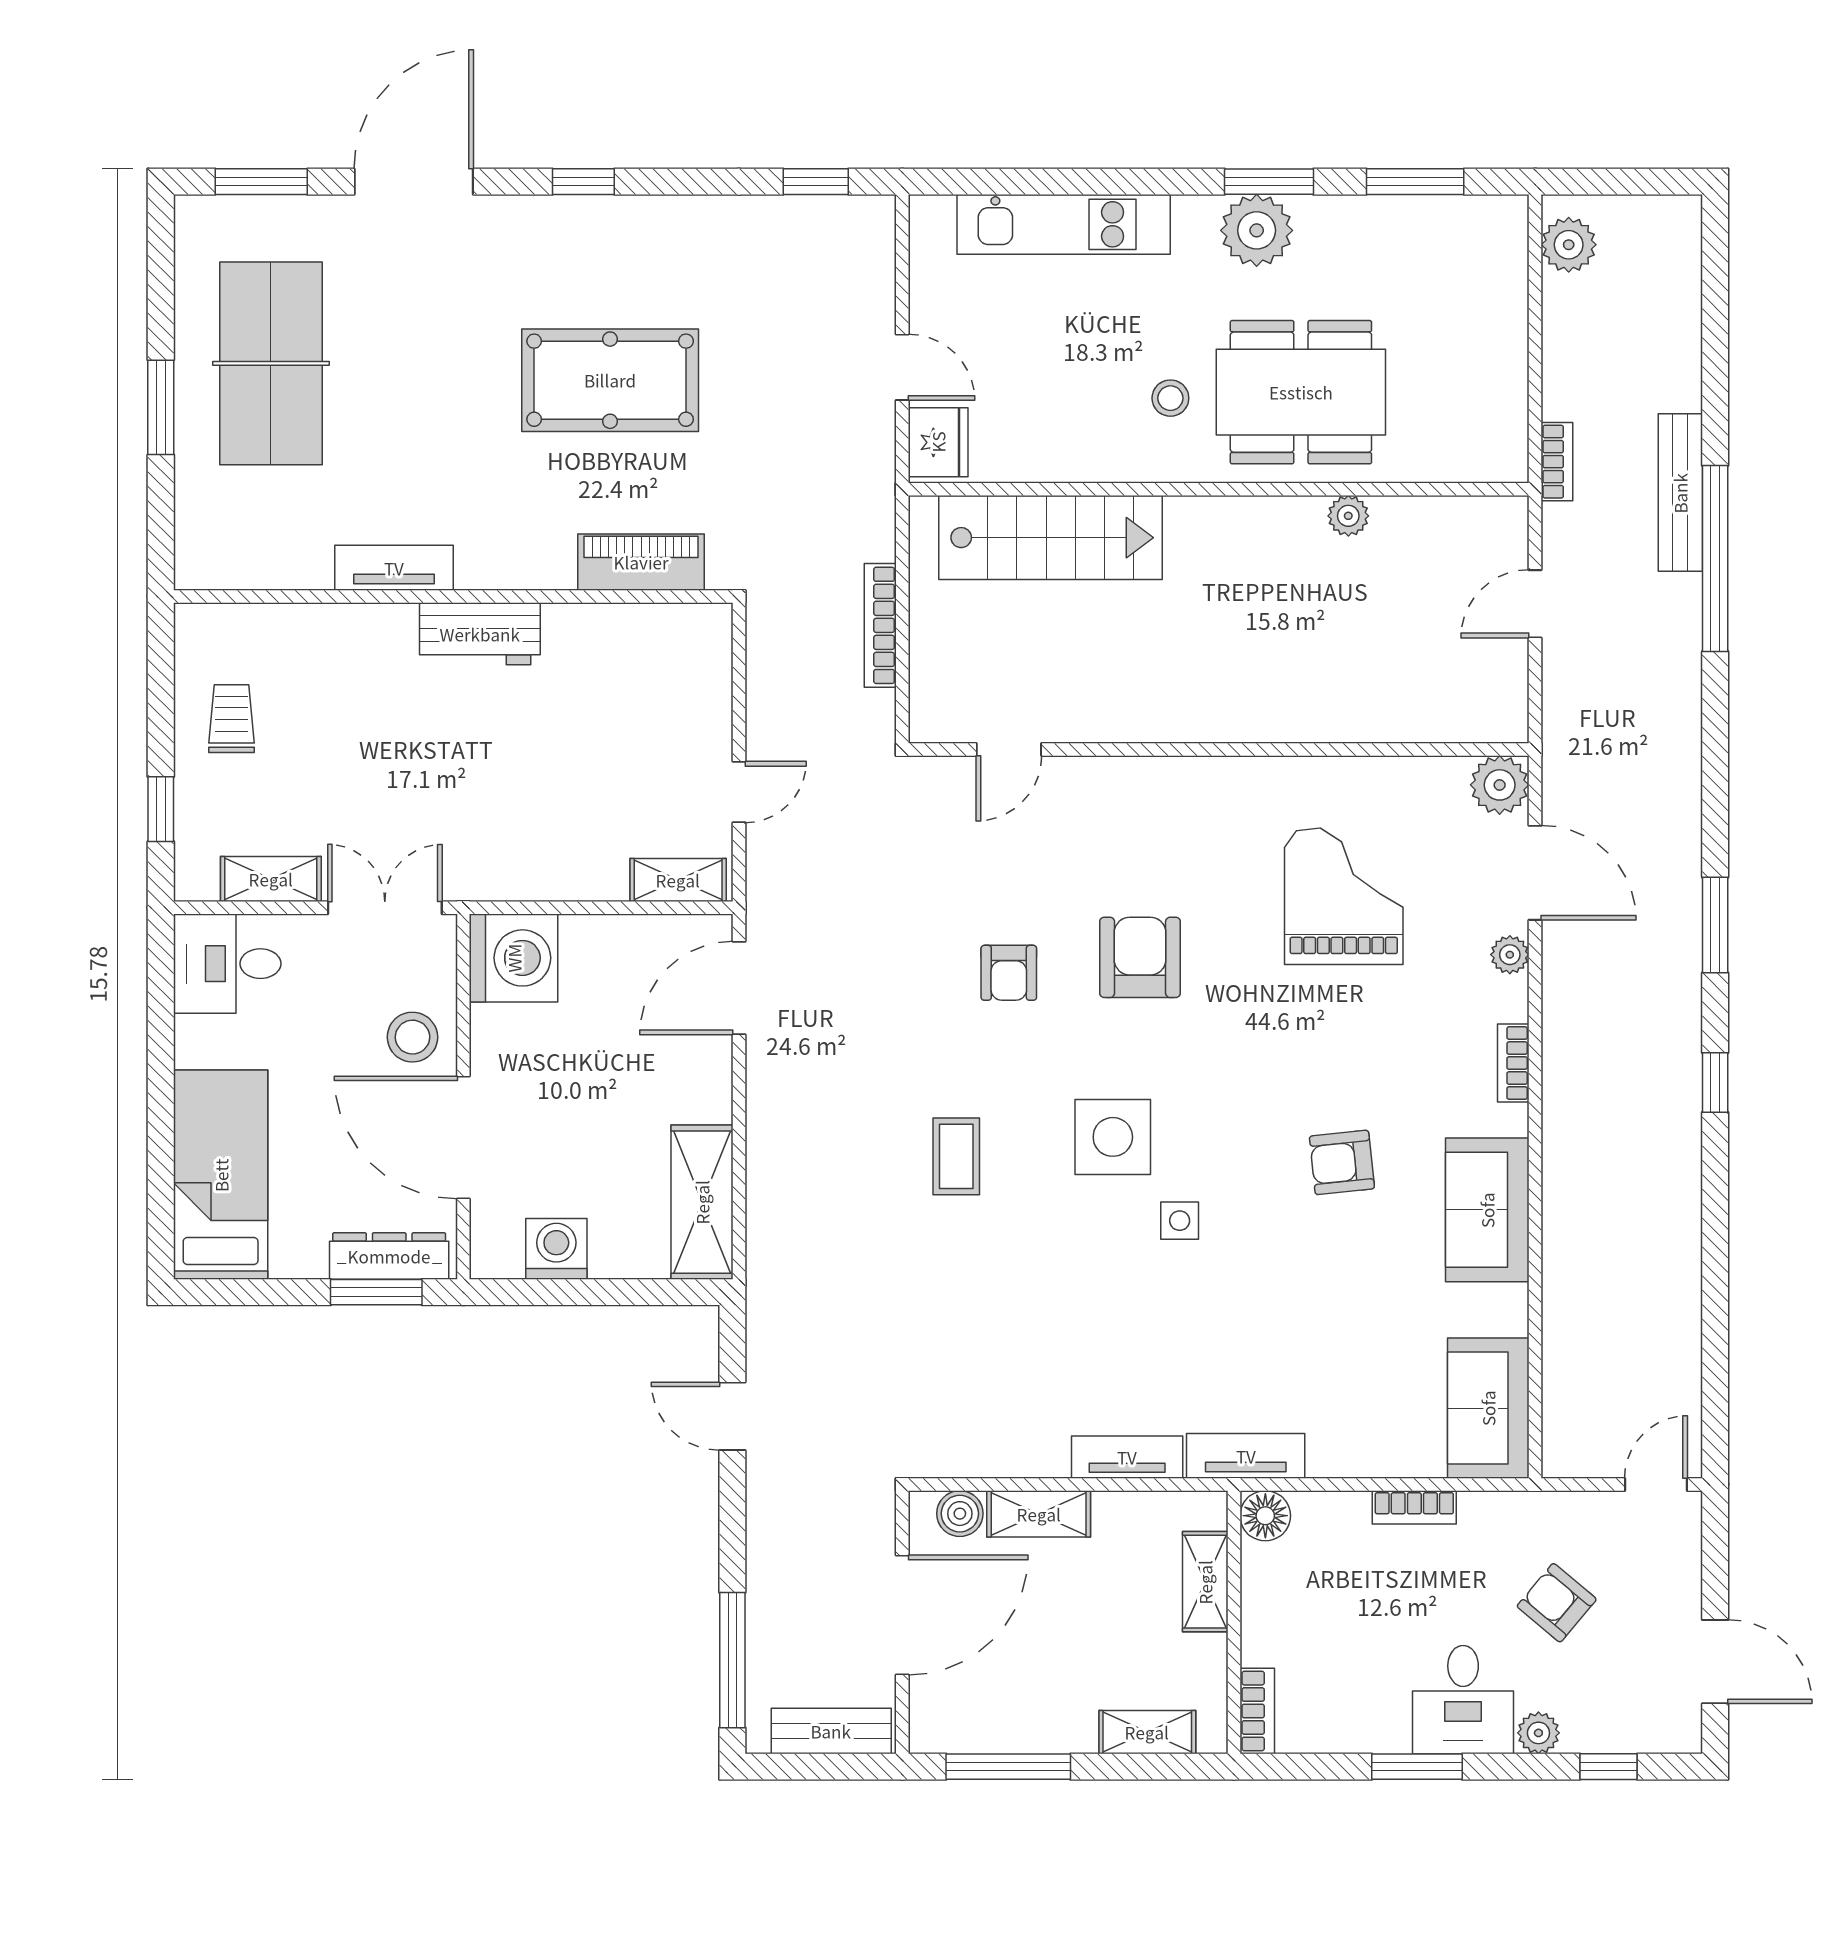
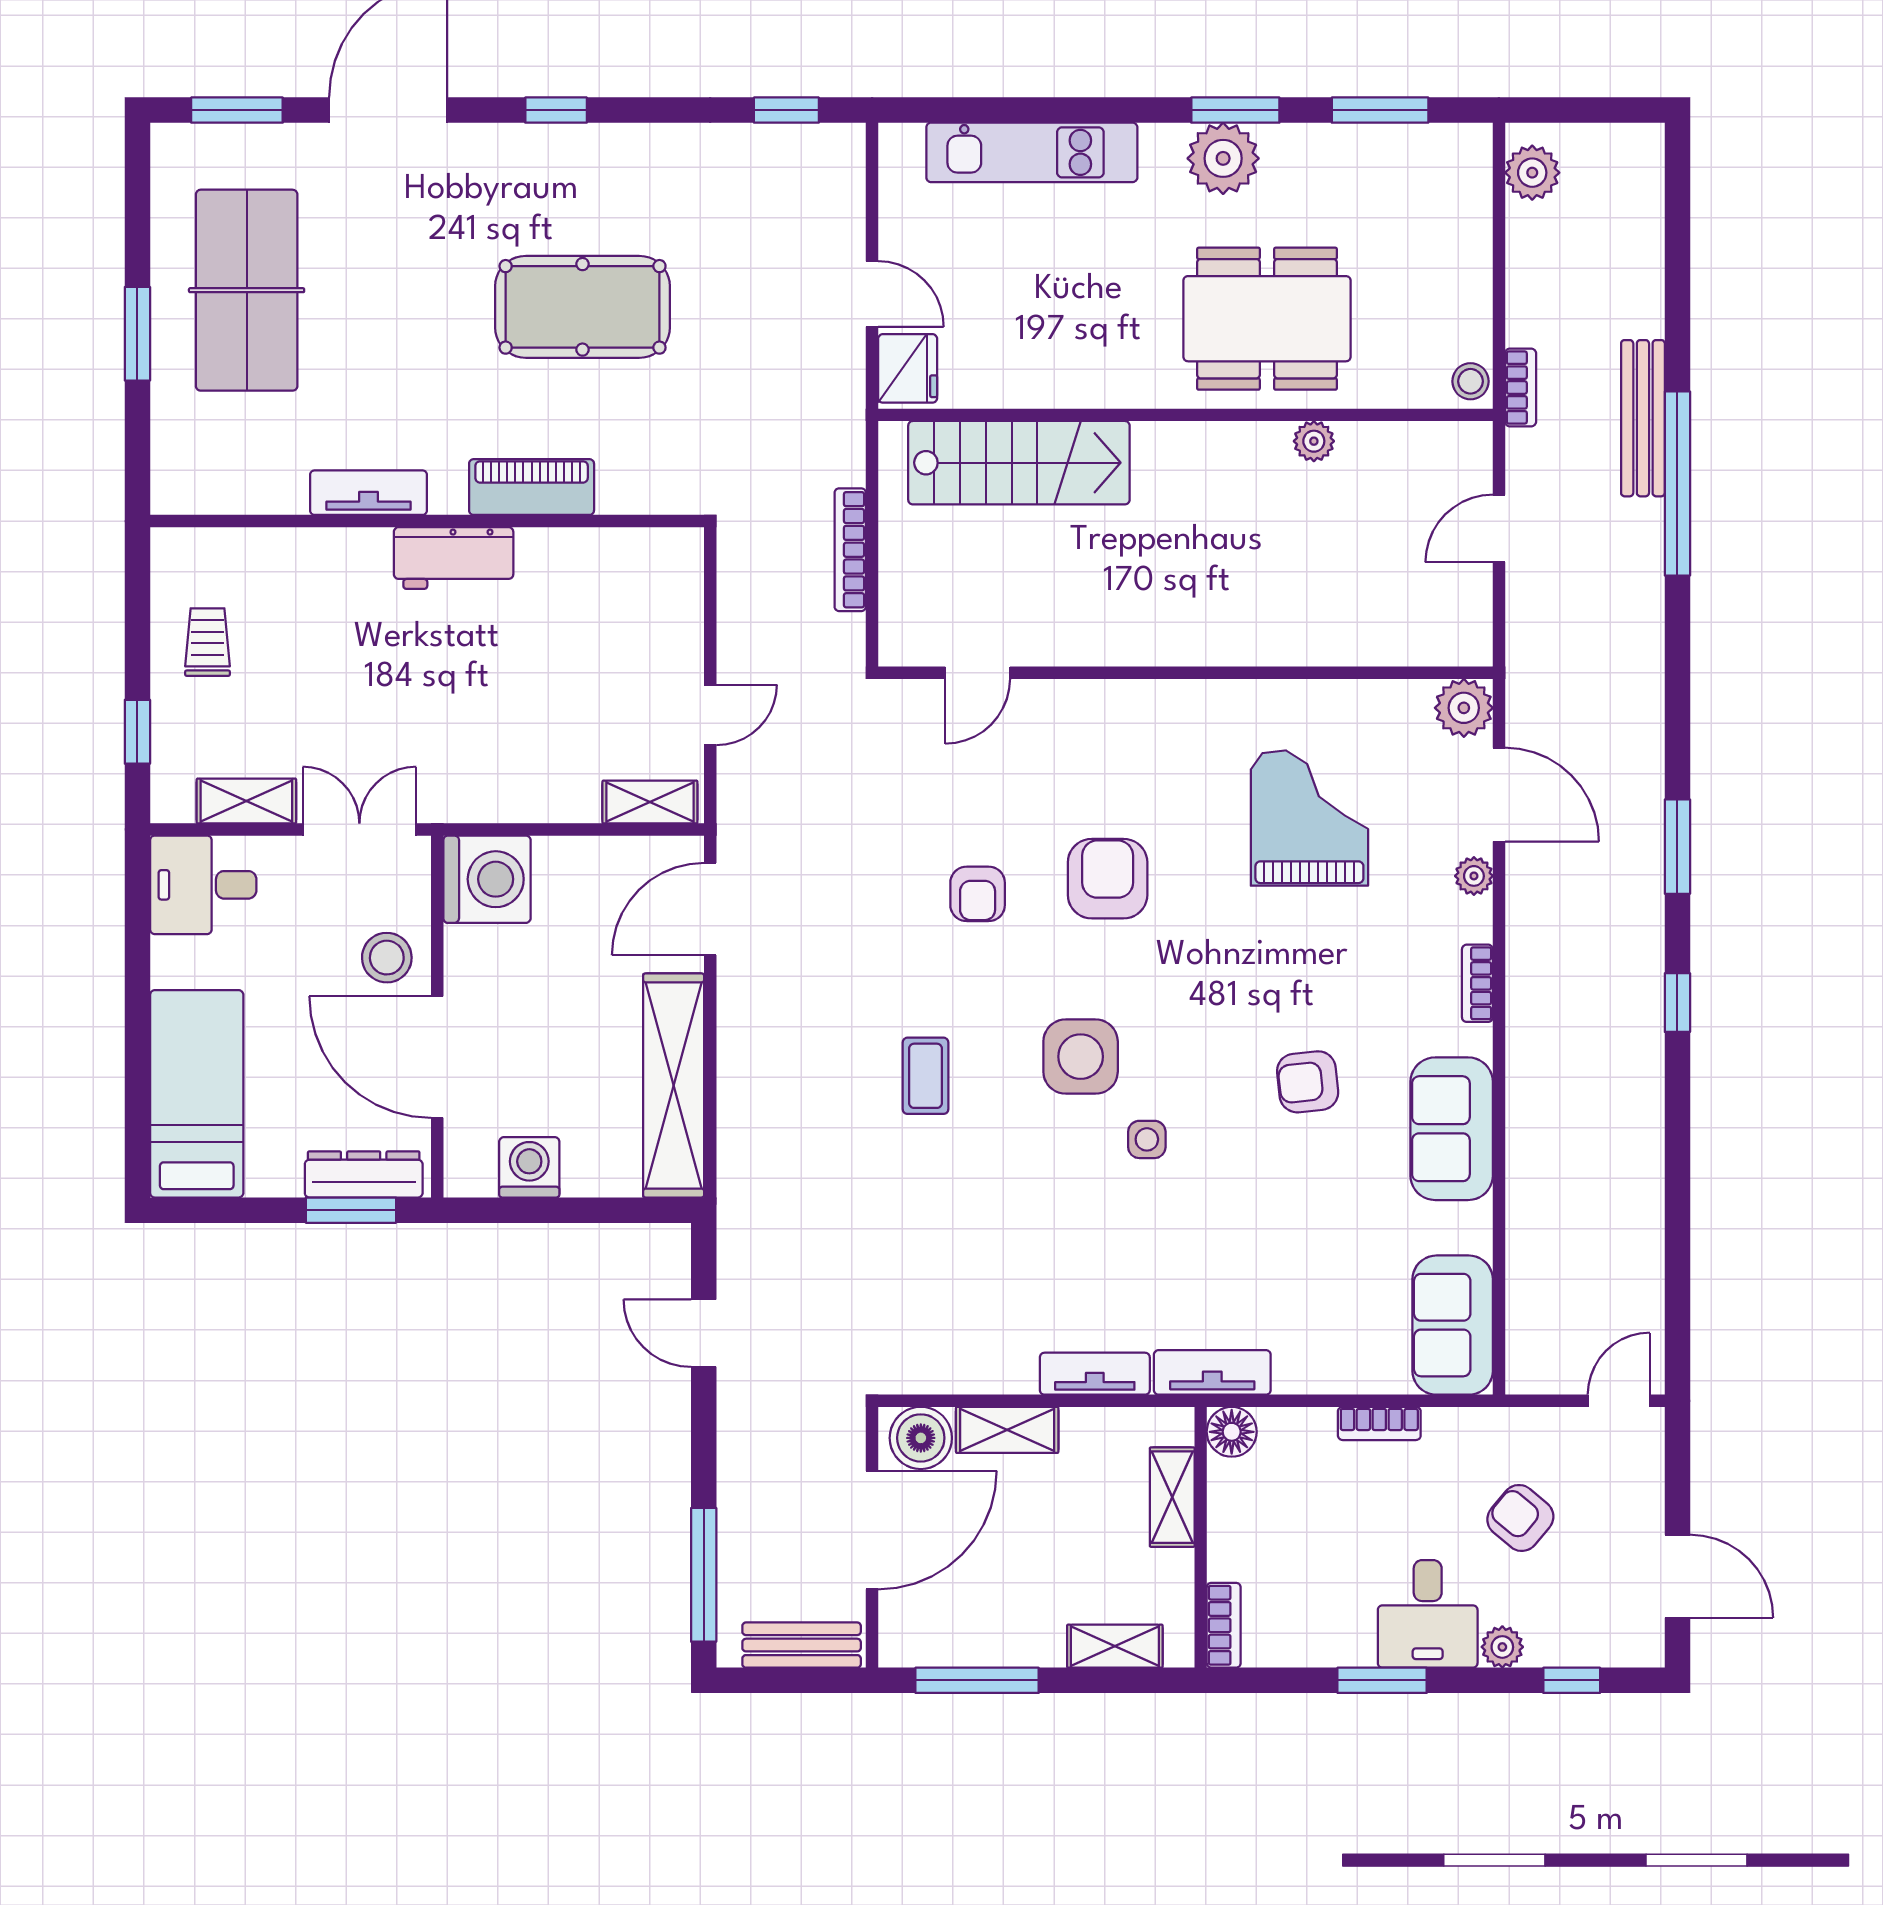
stool: (1170, 398) -> (1470, 381), moved
piano: (641, 562) -> (532, 487), moved
shelving: (702, 1202) -> (674, 1085), width x1.47
boiler: (960, 1514) -> (921, 1438), width x1.36, depth x1.36

